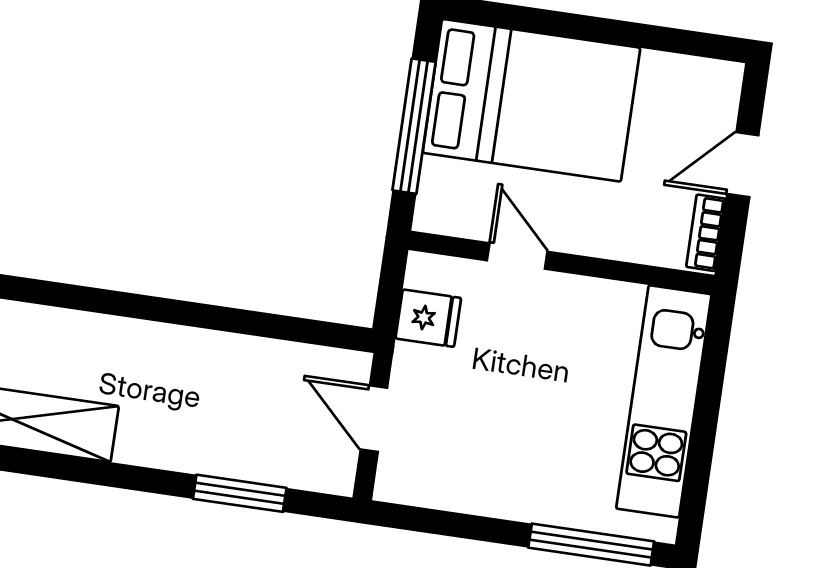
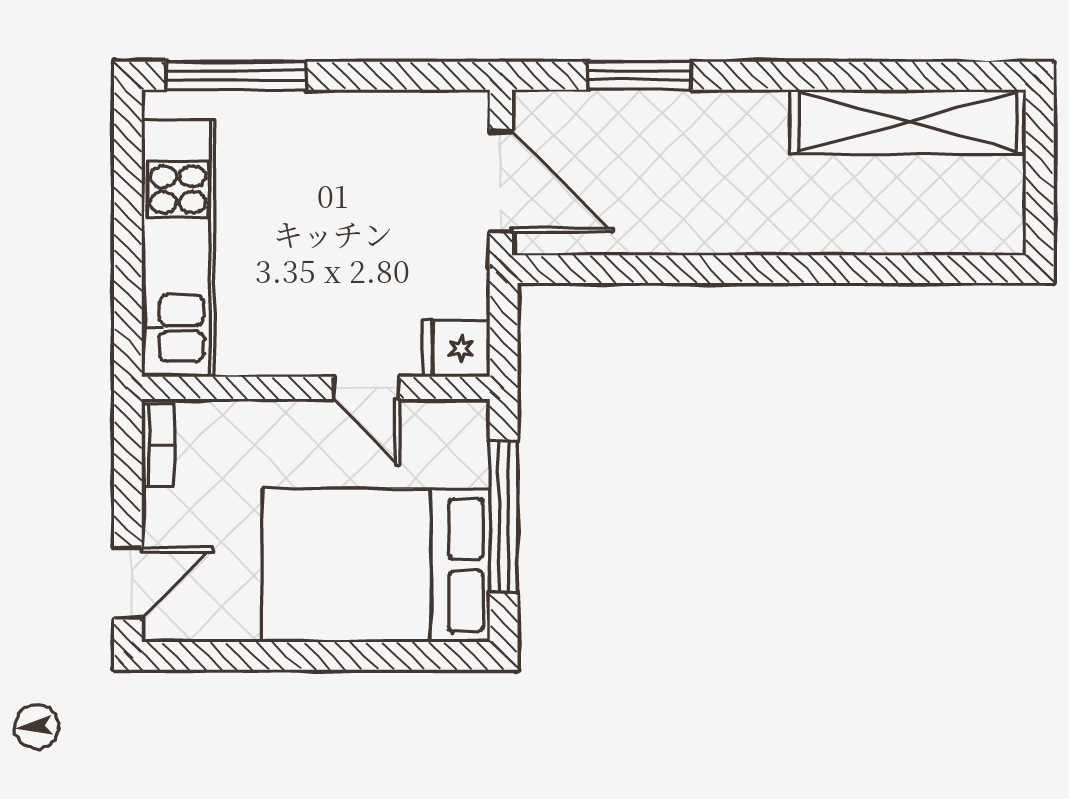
door: (743, 165) -> (128, 583), moved
fridge: (428, 318) -> (456, 349), moved
door: (374, 419) -> (501, 182), width x1.38

